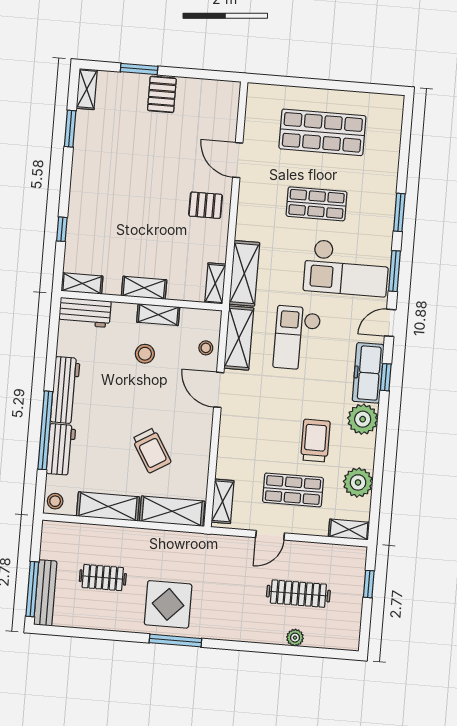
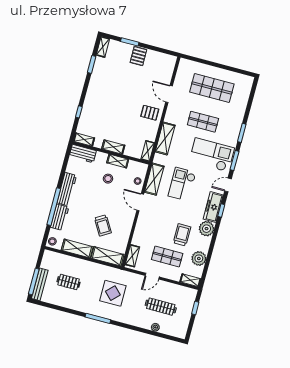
checkout: (346, 268) -> (212, 155), turned 180
shelving: (244, 273) -> (165, 138), moved
display table: (168, 604) -> (113, 293), moved

